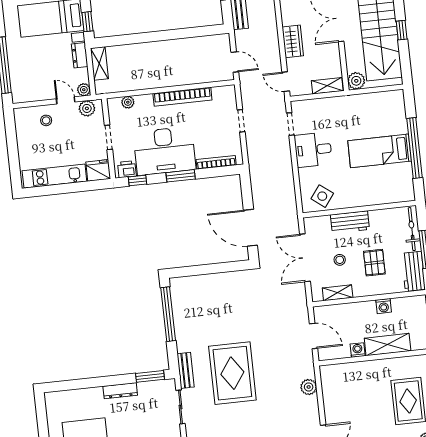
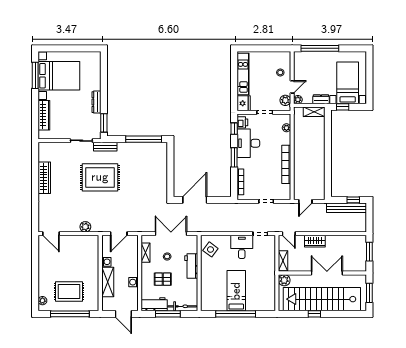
door: (286, 82) -> (289, 234), swing flipped
desk: (164, 151) -> (248, 143), width x0.73, depth x0.77

